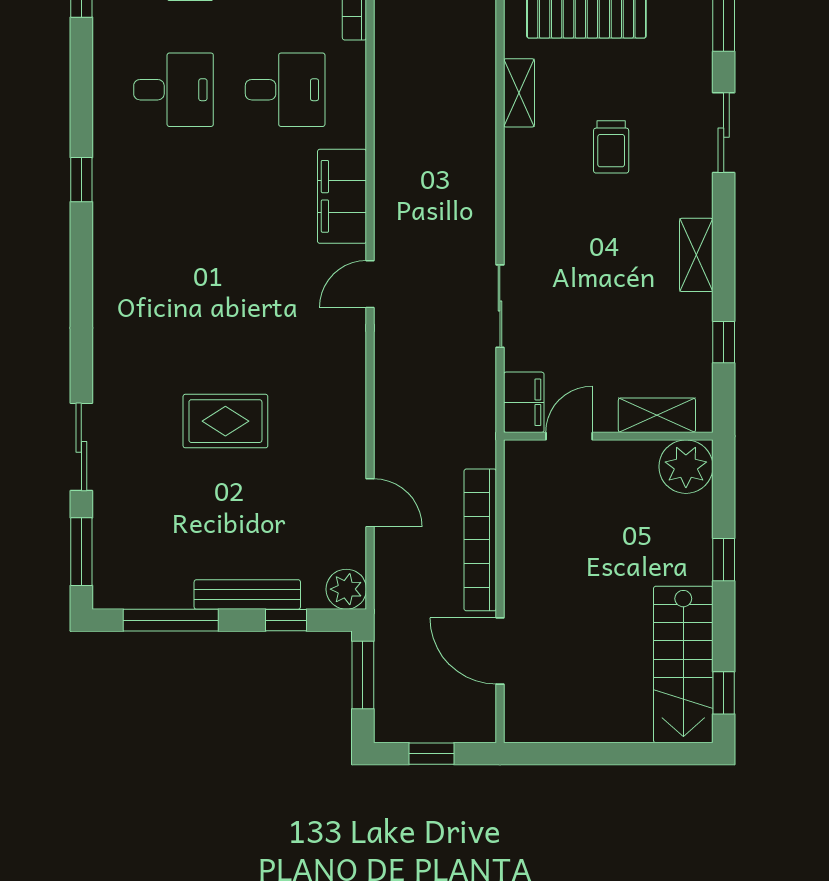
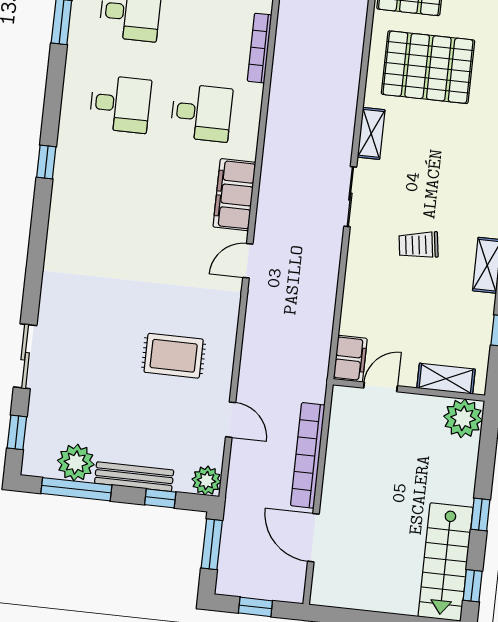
trolley: (611, 147) -> (419, 245), moved, turned 82
sliding door: (500, 306) -> (350, 197), moved
rug: (225, 421) -> (174, 356), moved
window: (81, 552) -> (17, 432), width x0.67
window: (724, 560) -> (480, 514), moved
plant: (166, 584) -> (76, 462), added

